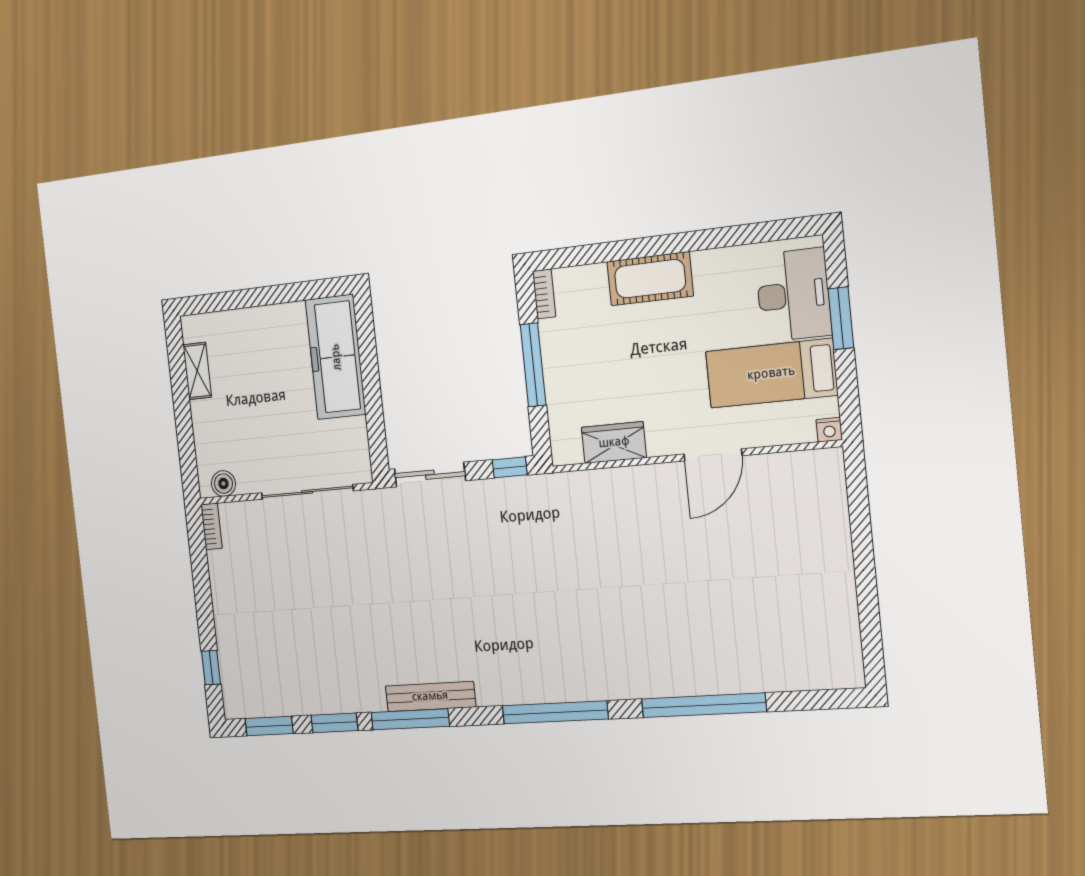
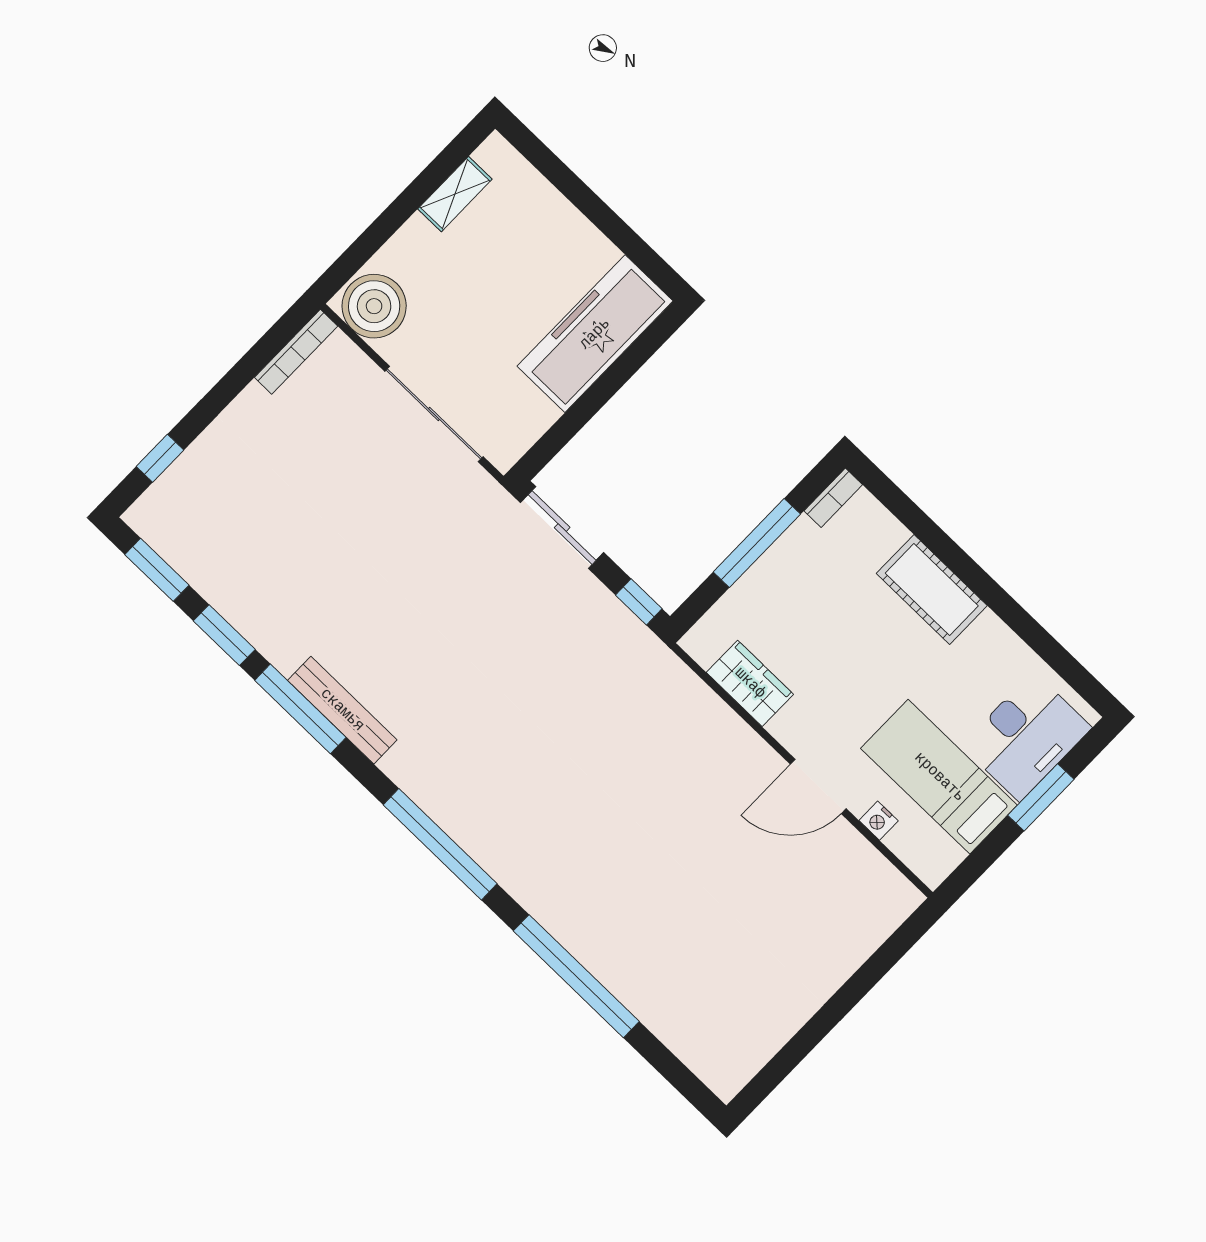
nightstand: (829, 430) -> (879, 821), moved
boiler: (223, 484) -> (374, 306), width x1.86, depth x1.86
bookcase: (211, 526) -> (296, 352), width x1.56

